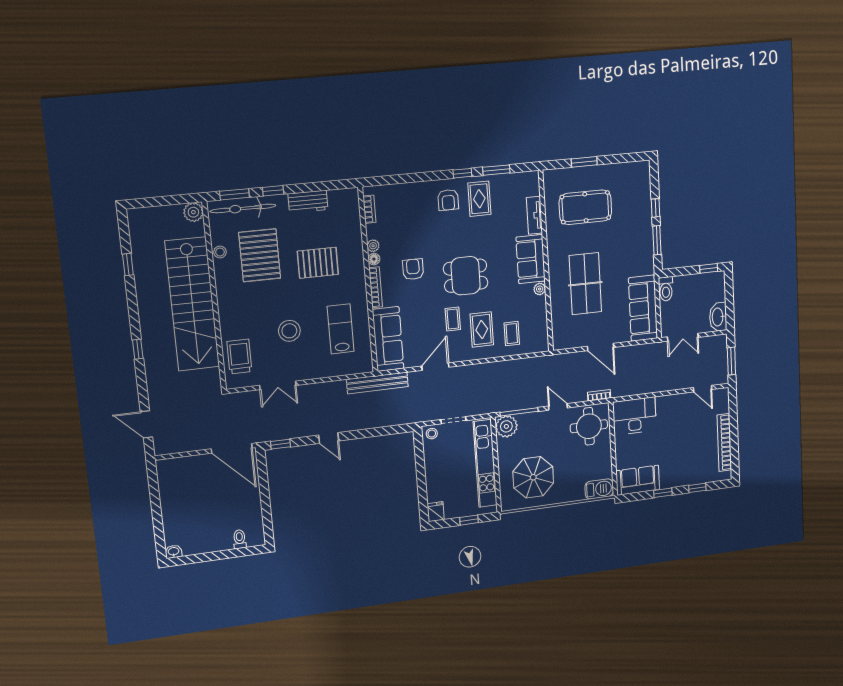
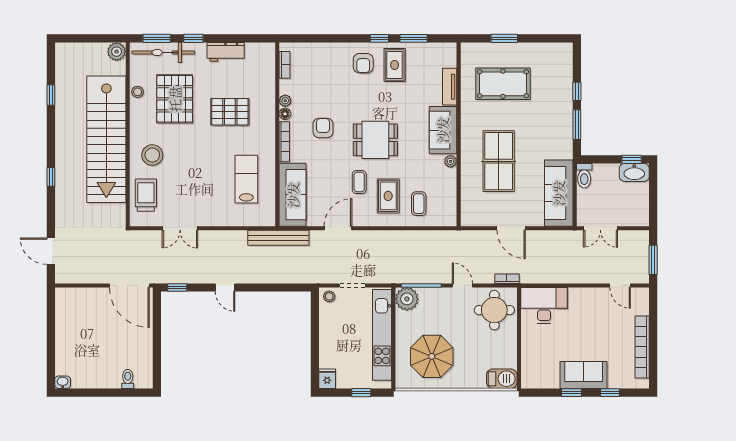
washbasin: (718, 317) -> (634, 172), moved, turned -90
stool: (289, 331) -> (152, 155), moved
sofa: (638, 480) -> (584, 375), moved

